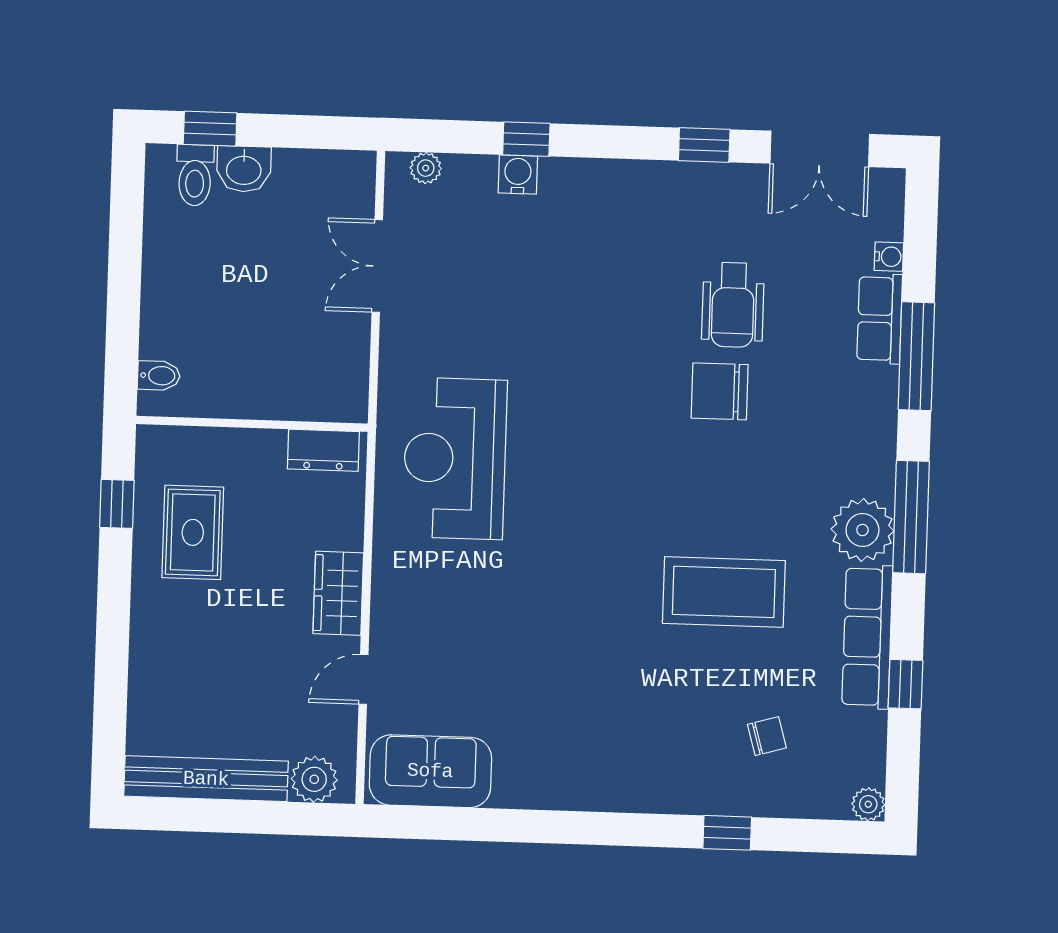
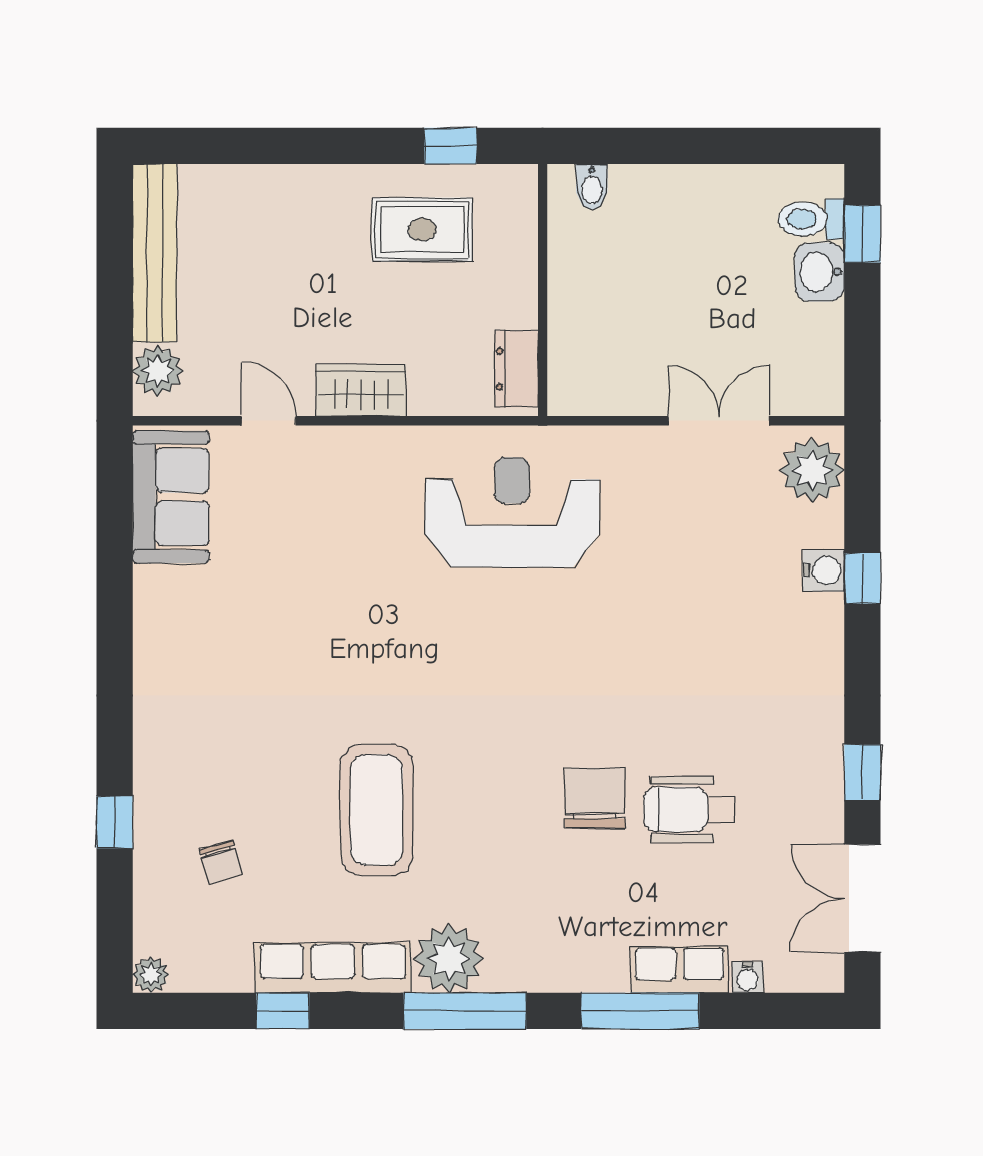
plant: (426, 168) -> (812, 470), width x1.88, depth x1.88

